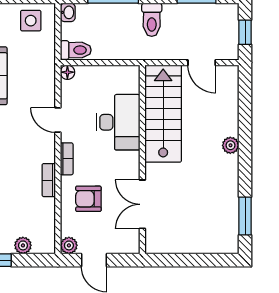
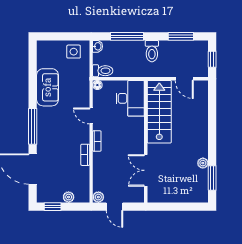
desk: (118, 122) -> (130, 98), moved
plant: (230, 145) -> (203, 163), moved
armchair: (88, 199) -> (111, 167), removed

